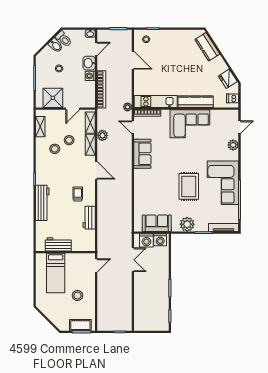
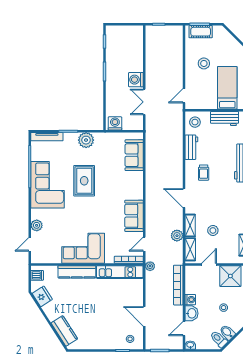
door: (133, 127) -> (144, 244), swing flipped
stool: (55, 149) -> (195, 122), moved
sofa: (157, 223) -> (134, 155), moved, turned 90
washing machine: (146, 240) -> (136, 80), moved, turned -90

